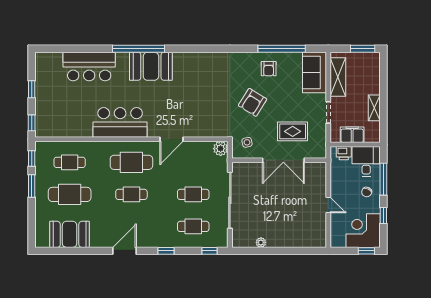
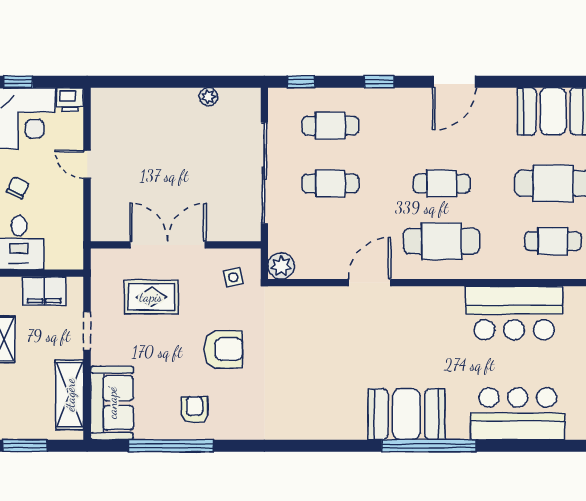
armchair: (253, 102) -> (223, 349), turned 58
bar counter: (120, 122) -> (514, 313), moved
printer: (344, 153) -> (70, 100), moved, turned 180

